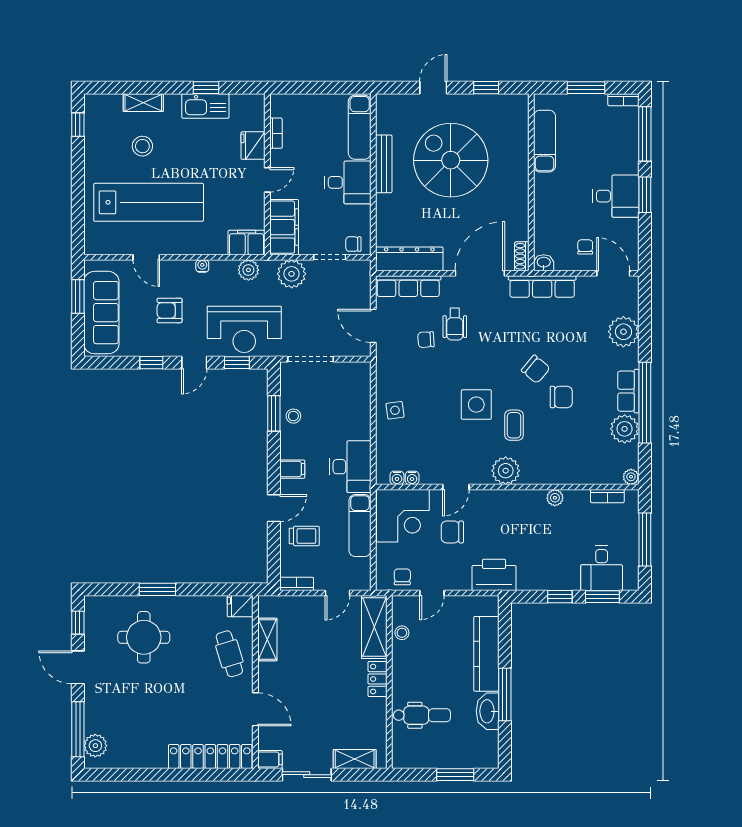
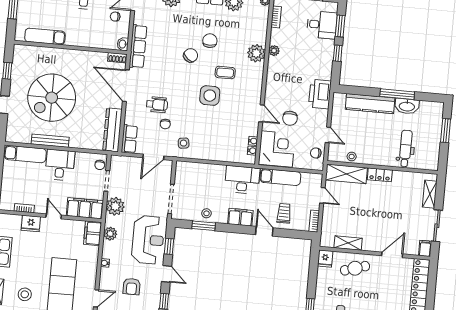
row of seats: (408, 286) -> (129, 139), width x0.68
side table: (395, 410) -> (184, 143), moved
filing cabinet: (292, 469) -> (240, 217), width x2.00
plant: (506, 471) -> (256, 53), moved

